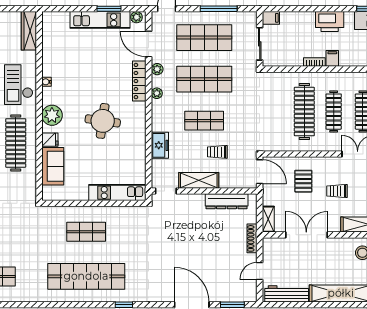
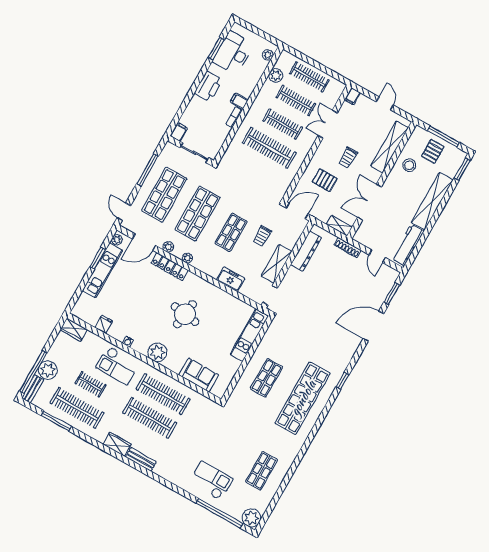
wardrobe: (29, 31) -> (74, 330), width x0.67
fridge: (50, 140) -> (104, 324), moved

